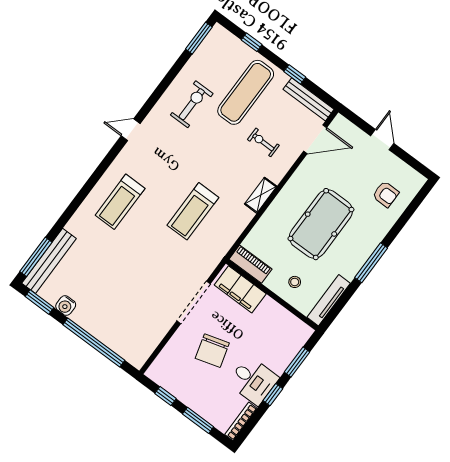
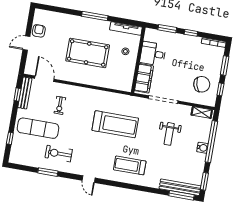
window: (199, 38) -> (48, 172), moved
window: (295, 74) -> (17, 95), moved
armchair: (386, 194) -> (39, 31), moved
shelving: (261, 195) -> (202, 112), moved
treadmill: (120, 202) -> (130, 165), turned 180
treadmill: (193, 211) -> (115, 124), width x1.37, depth x1.38
piano: (250, 264) -> (128, 80), removed
weight bench: (137, 285) -> (169, 134), added
water cooler: (66, 306) -> (203, 148), moved
chair: (212, 351) -> (202, 84), moved
desk: (253, 380) -> (153, 54), moved, turned -90

